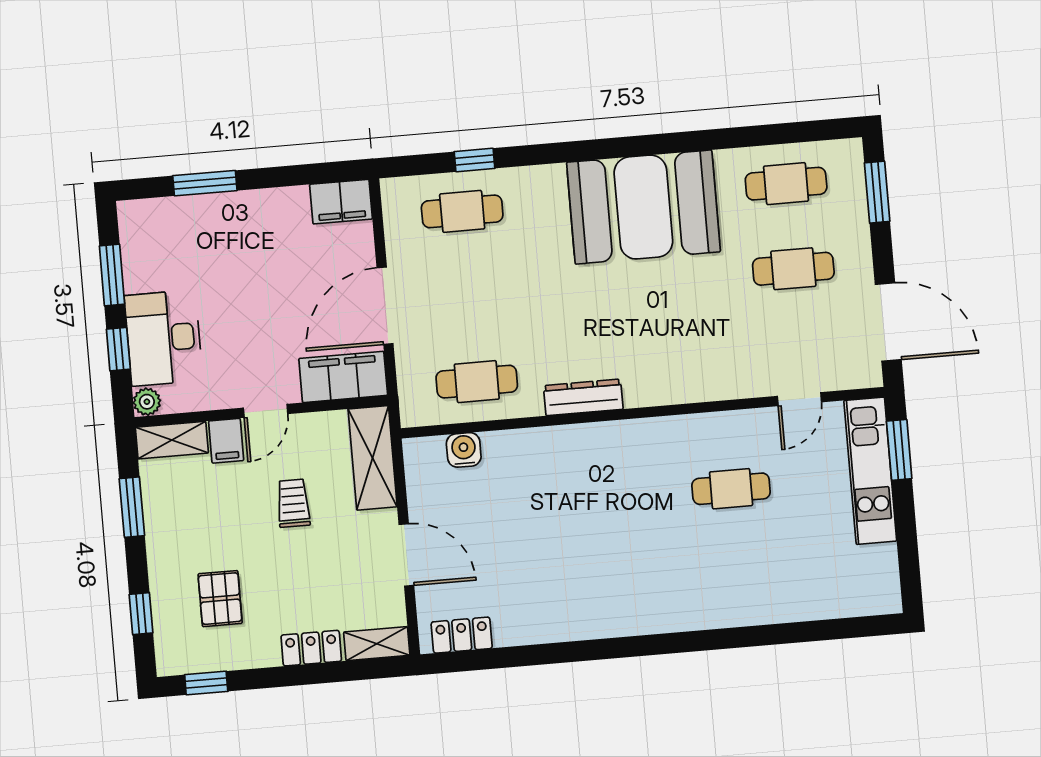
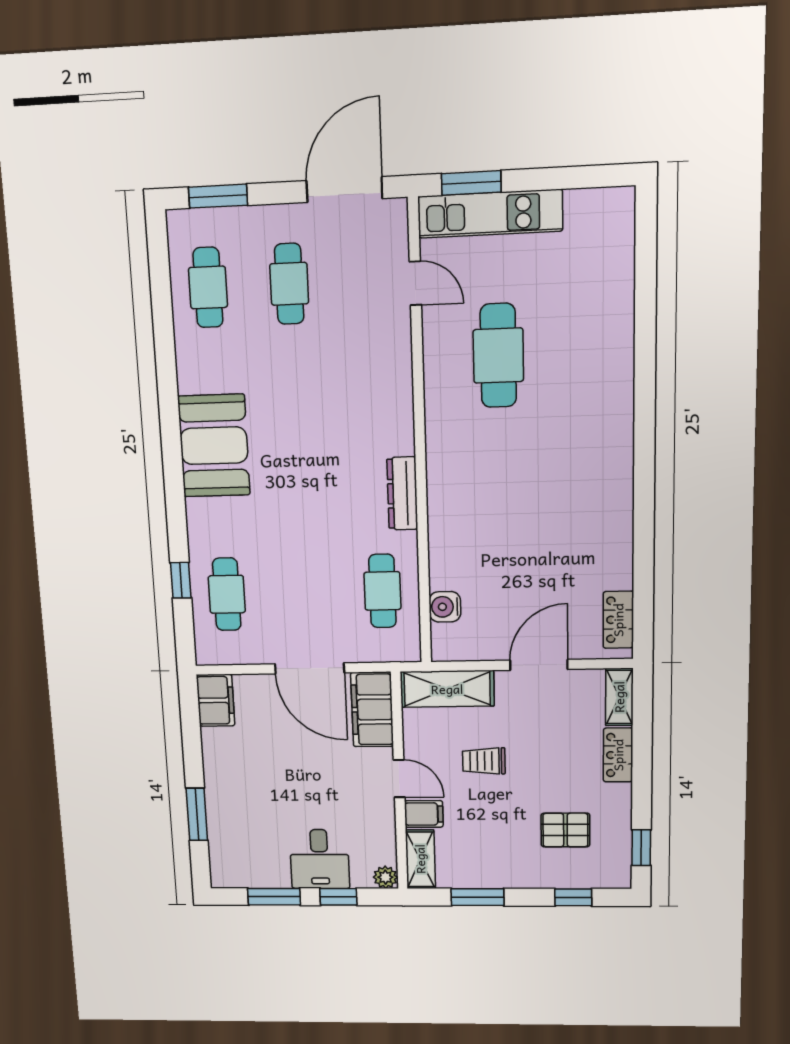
booth: (643, 207) -> (214, 446), width x0.73, depth x0.70
desk: (164, 338) -> (320, 859), width x0.73
cafe table: (731, 489) -> (498, 356), width x1.37, depth x1.35

